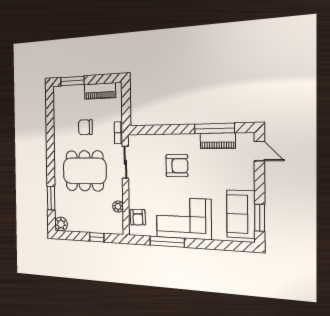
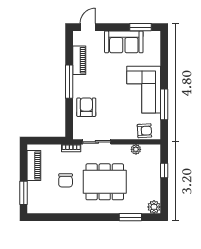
window: (214, 128) -> (69, 82), moved
armchair: (177, 166) -> (86, 107), moved
dining table: (85, 171) -> (105, 182), turned 90
sofa: (241, 214) -> (124, 42), moved

